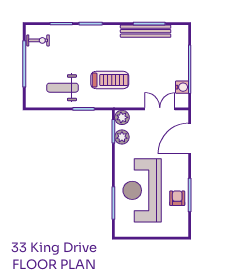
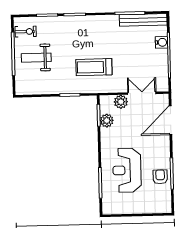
bench: (146, 31) -> (143, 20), moved
treadmill: (110, 80) -> (94, 67), turned 180
water cooler: (182, 87) -> (161, 42), moved
weight bench: (63, 88) -> (36, 58), moved
plant: (122, 117) -> (121, 102), moved
reception desk: (142, 190) -> (127, 170), width x0.74, depth x0.77

